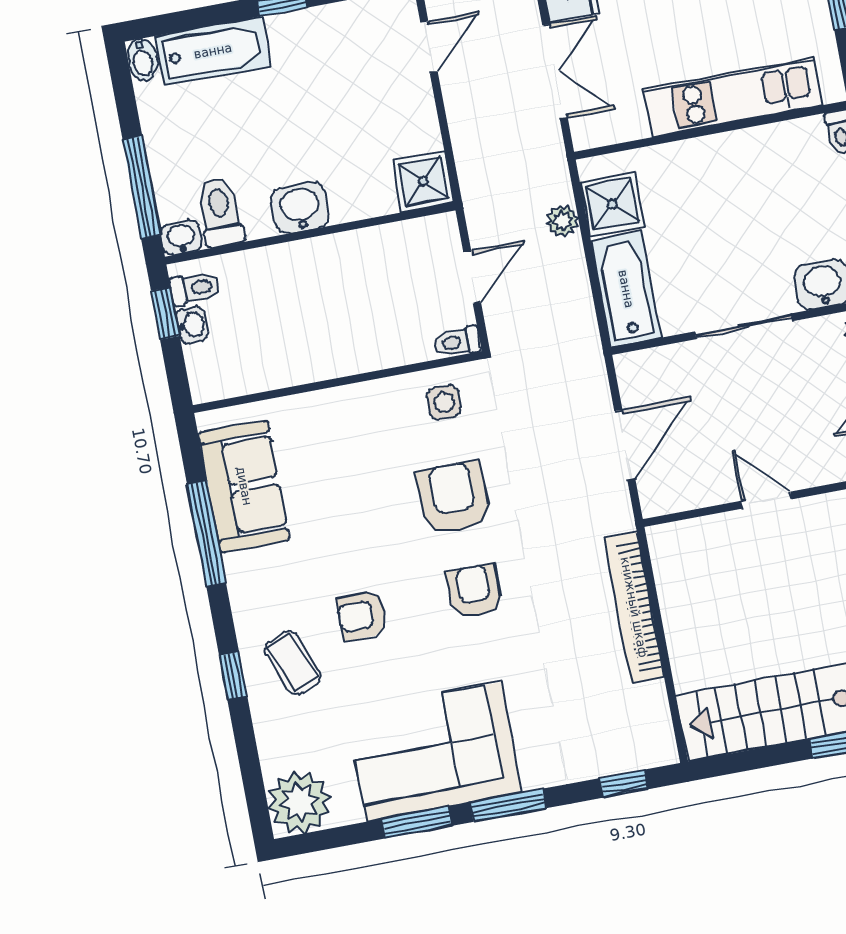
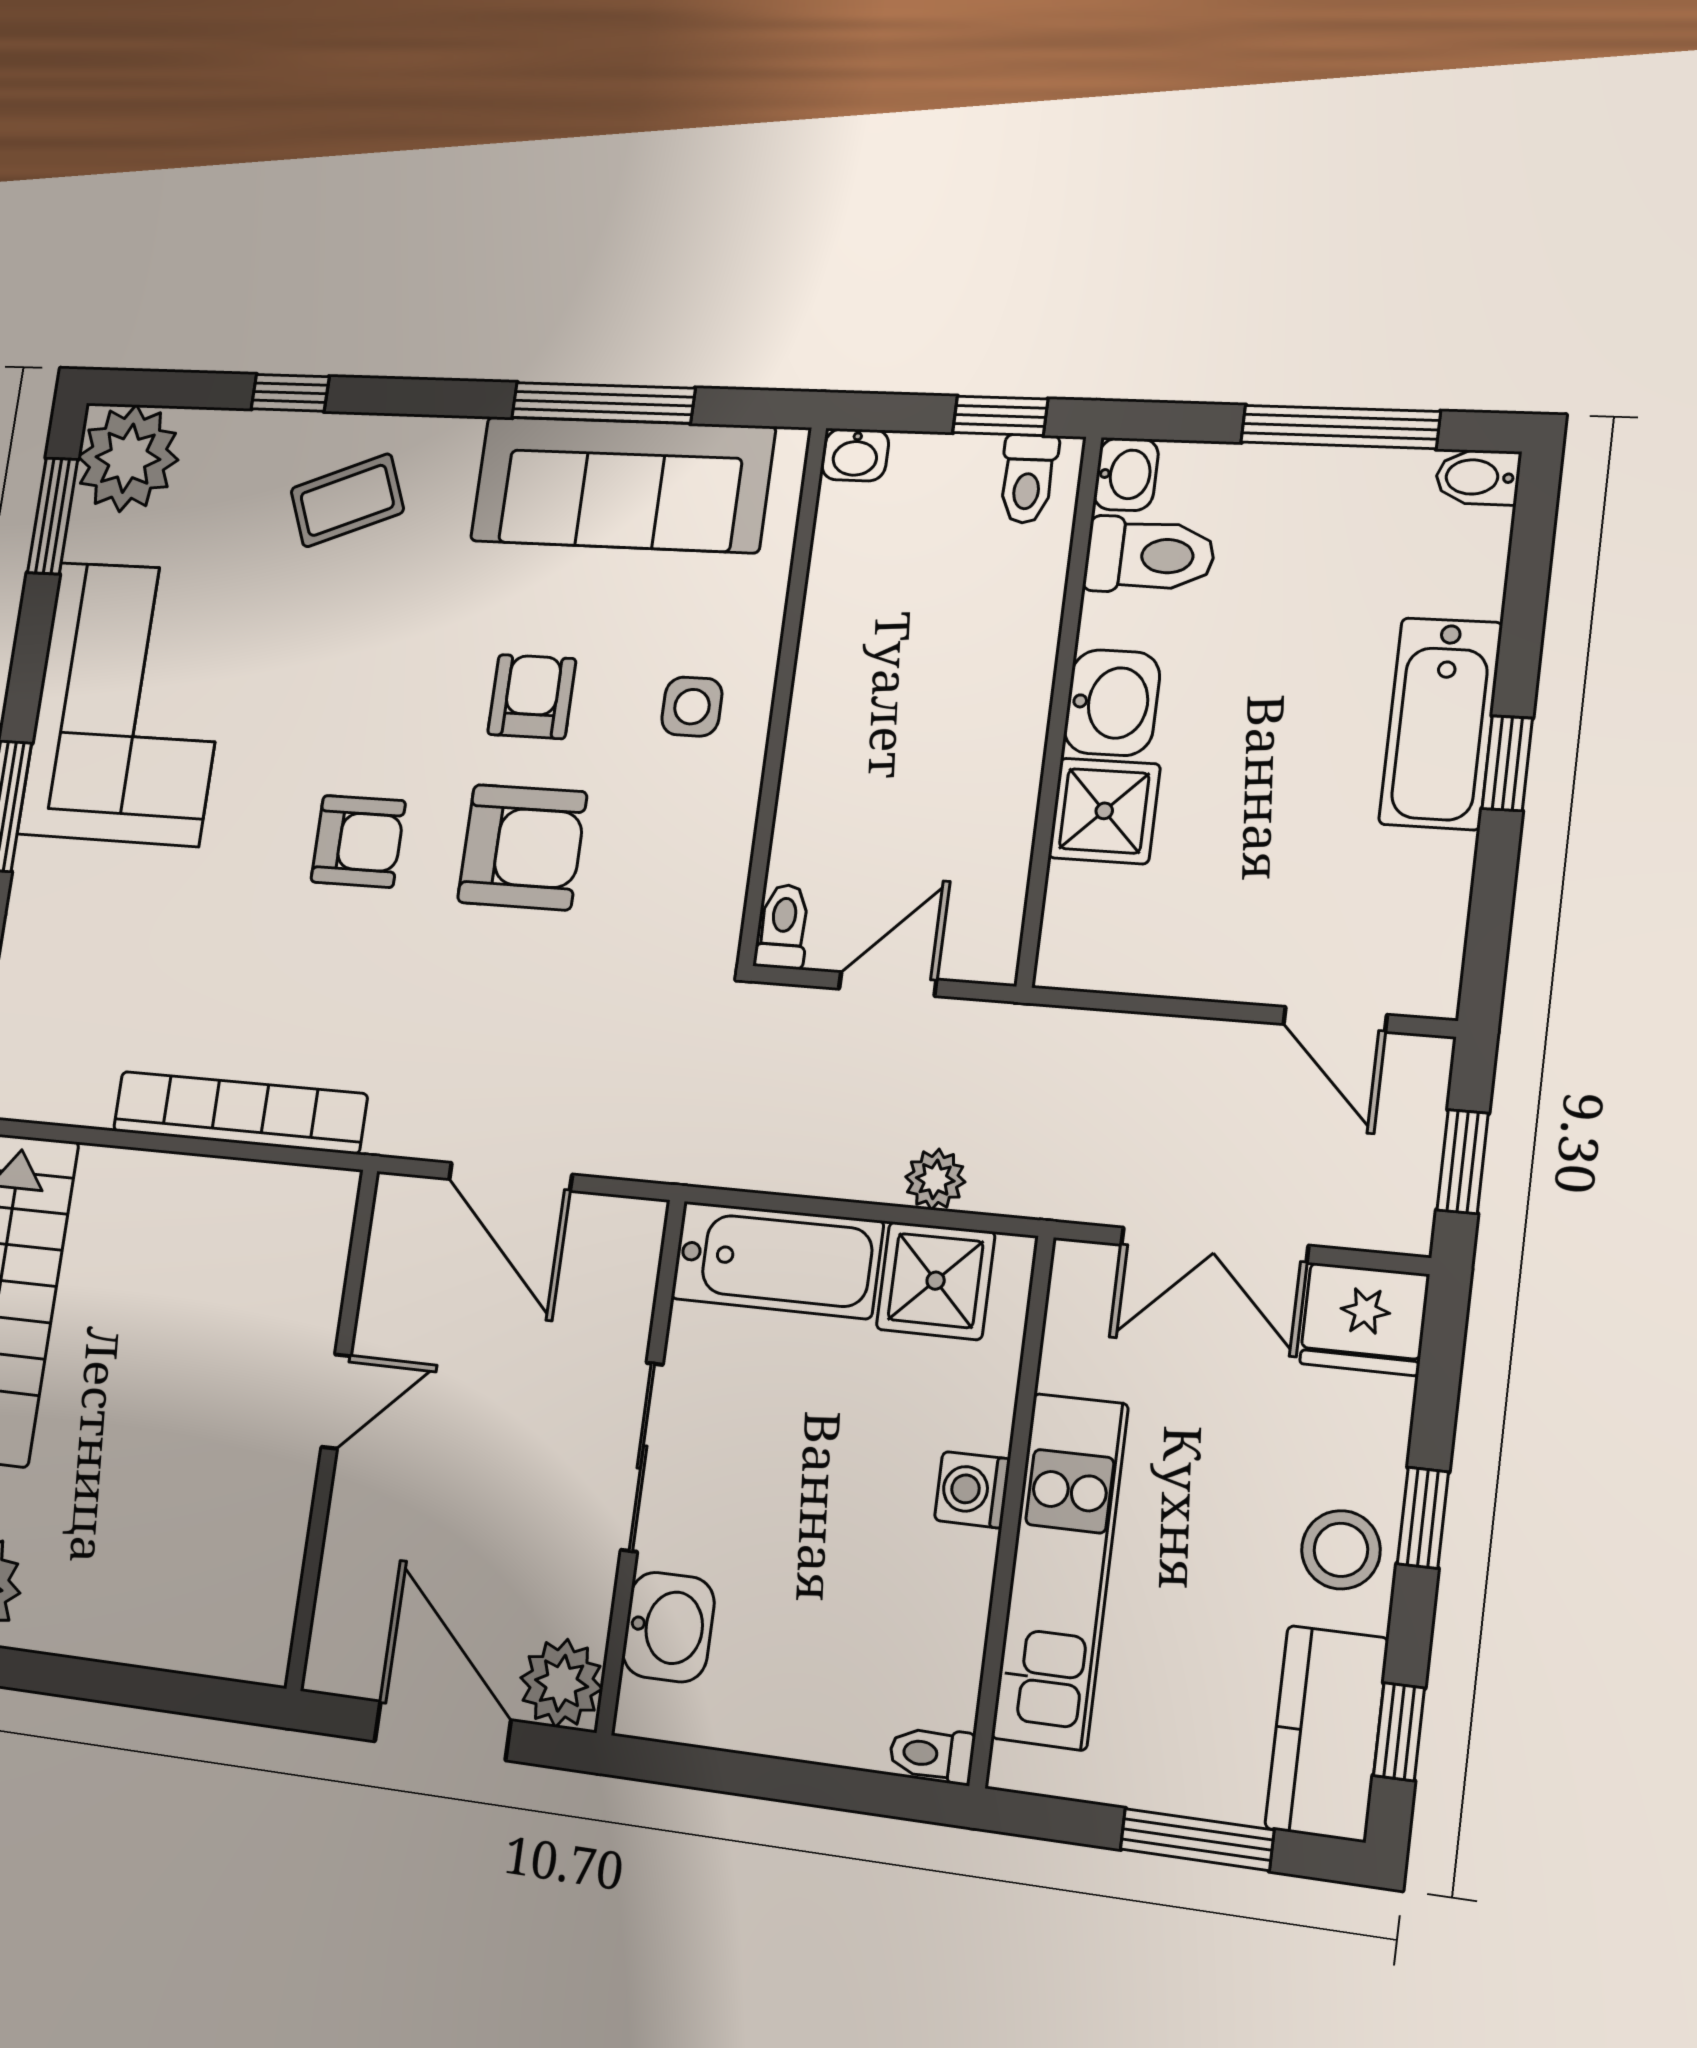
bathtub: (213, 51) -> (1441, 723), moved
washing machine: (708, 153) -> (972, 1490), added
shower: (423, 181) -> (1104, 811), moved
window: (142, 187) -> (1340, 427), moved
door: (472, 277) -> (888, 984), swing flipped
washbasin: (192, 325) -> (855, 455), moved
side table: (444, 402) -> (692, 707), moved
sofa: (244, 486) -> (622, 484), width x1.36
armchair: (362, 615) -> (532, 697), moved
window: (233, 676) -> (290, 393), moved
window: (417, 822) -> (53, 516), moved

